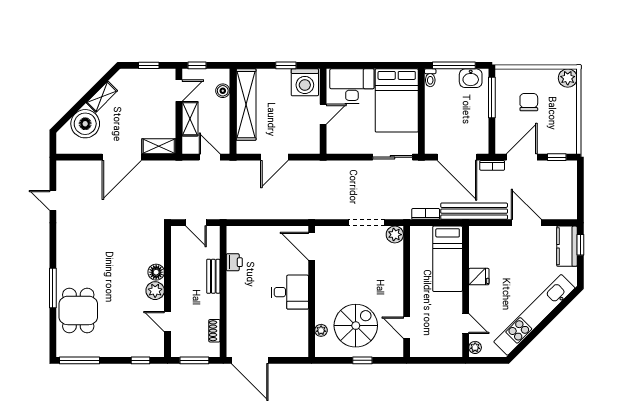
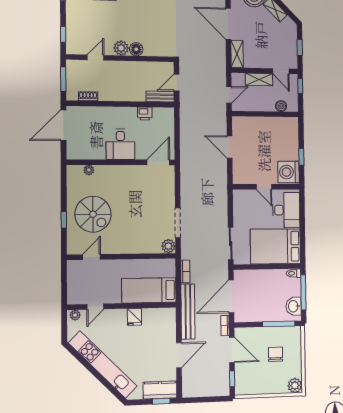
chair: (529, 102) -> (276, 354), turned -90
shelving: (246, 105) -> (271, 125), removed
door: (312, 246) -> (158, 162), moved
bench: (213, 276) -> (160, 97), moved
desk: (290, 292) -> (120, 144), moved
wall: (312, 292) -> (121, 162), moved
plant: (321, 330) -> (89, 170), moved

